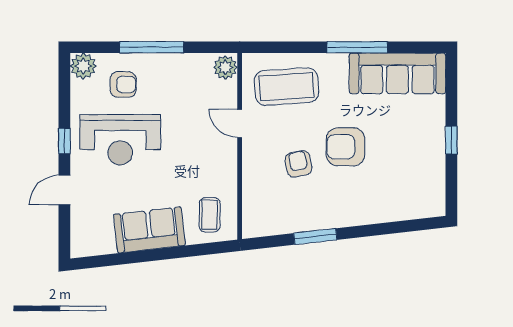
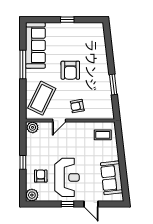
window: (152, 47) -> (23, 162), width x0.46
coffee table: (287, 87) -> (42, 98), turned 30
armchair: (298, 164) -> (77, 106), moved
sofa: (149, 230) -> (112, 178), moved

